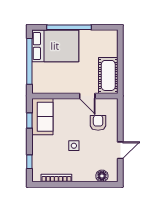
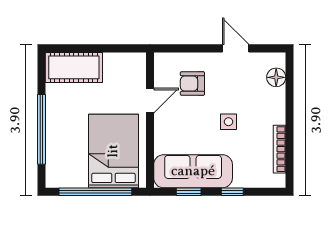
bed: (55, 46) -> (113, 151), moved
cot: (108, 75) -> (74, 67), moved
sofa: (42, 117) -> (193, 171), width x1.36
window: (29, 162) -> (232, 192), moved

